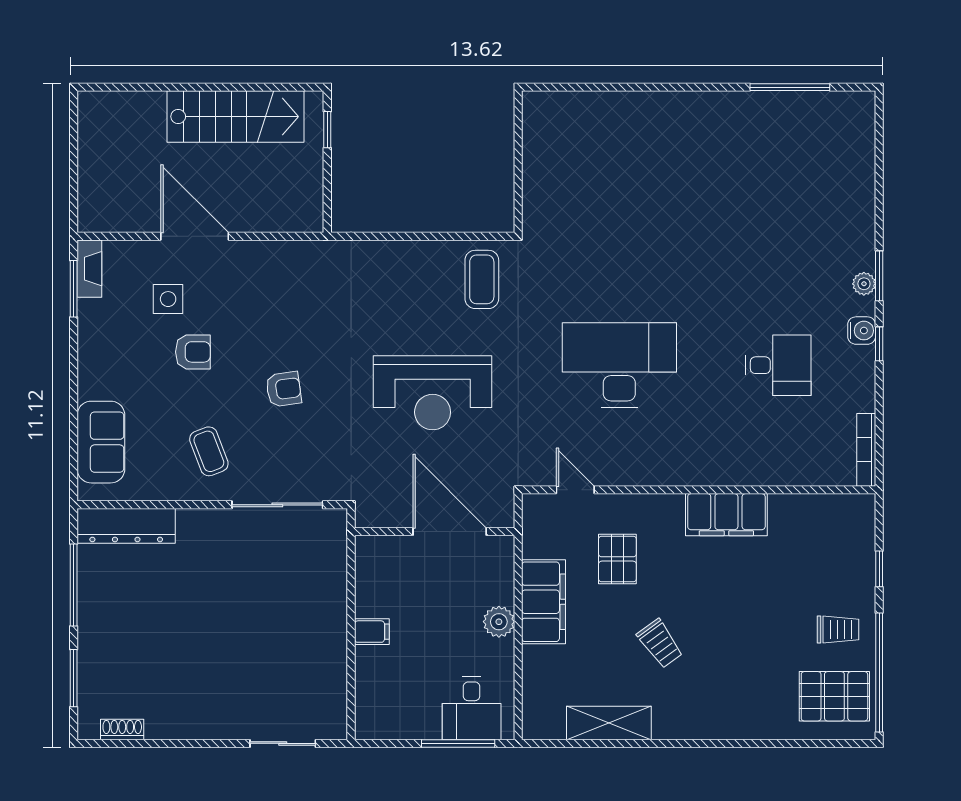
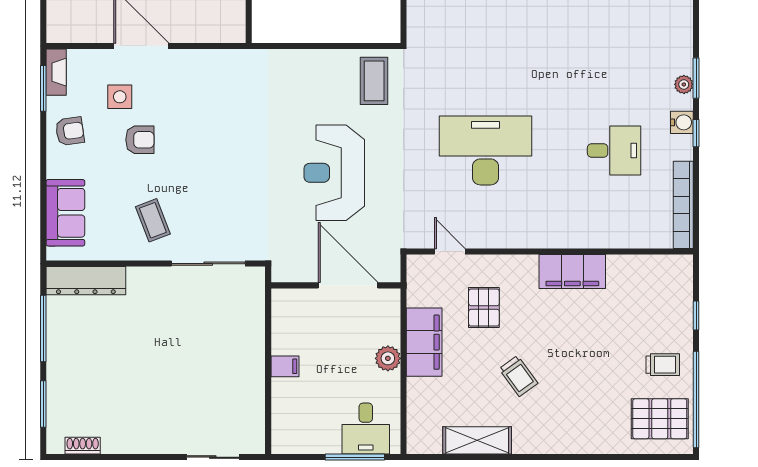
armchair: (284, 389) -> (70, 131), moved
reception desk: (433, 393) -> (334, 173), turned 90
bookcase: (866, 450) -> (683, 205), width x1.48, depth x1.31

